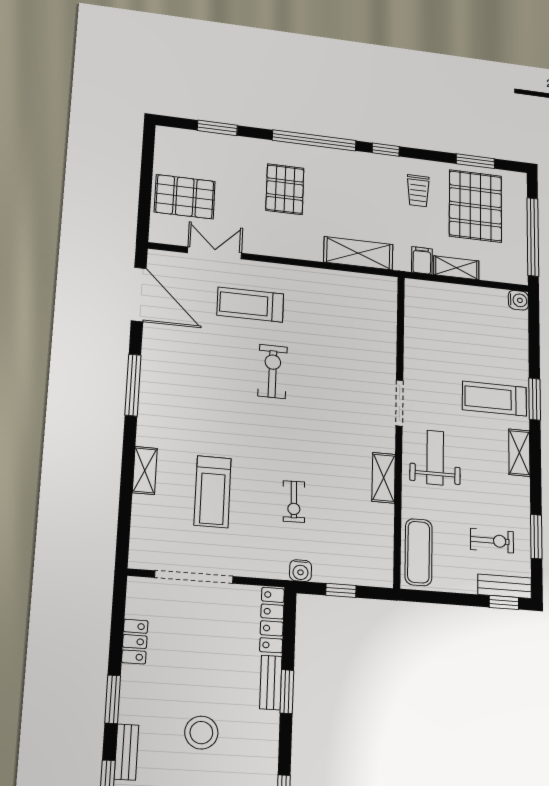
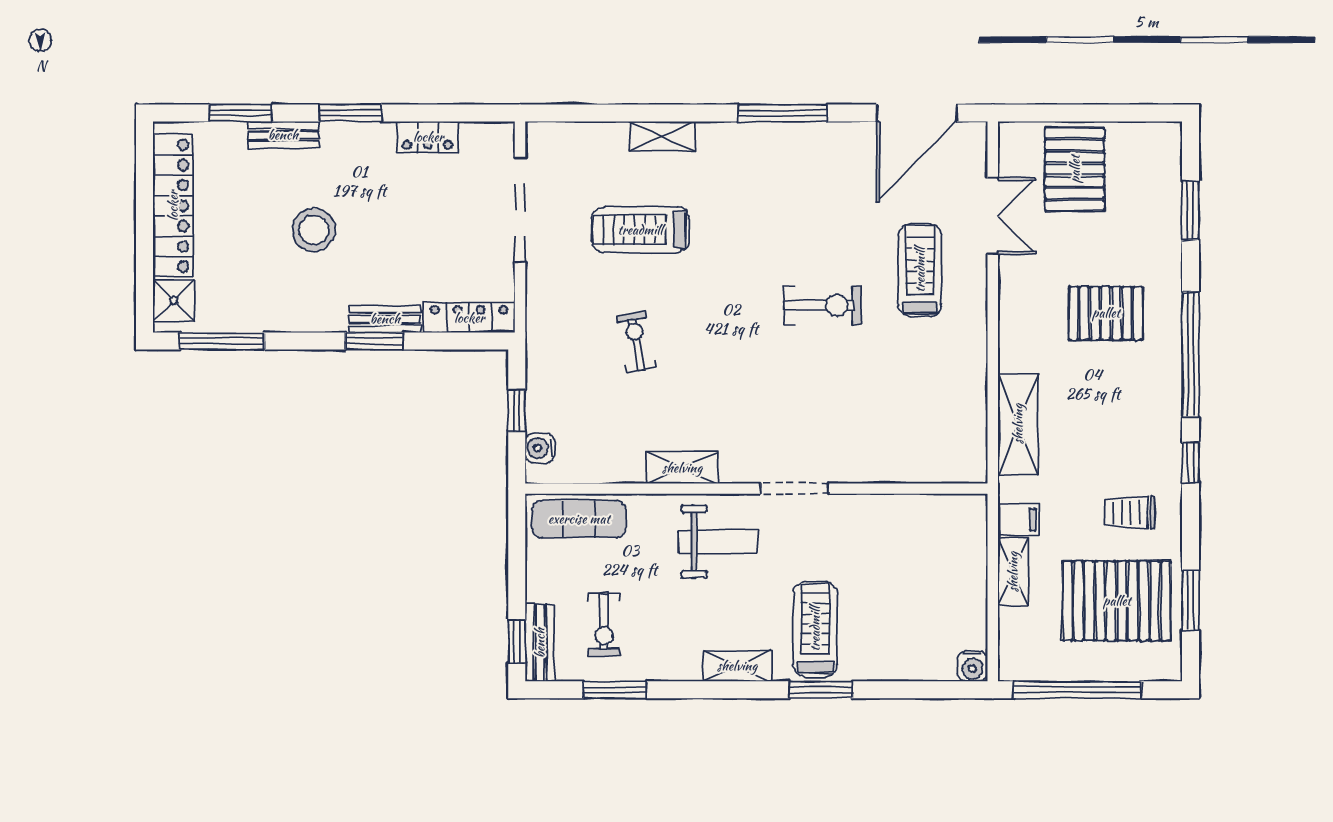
exercise bike: (294, 502) -> (636, 342), turned 82
water cooler: (301, 571) -> (540, 448), moved

